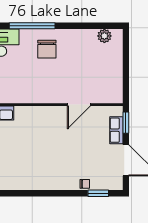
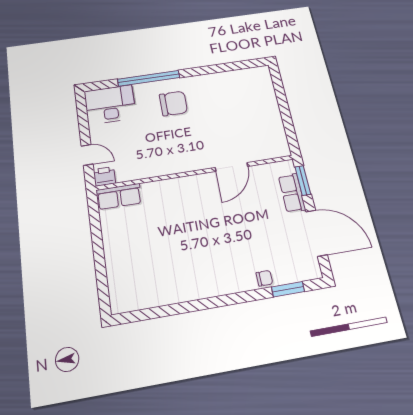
plant: (104, 36) -> (247, 76), removed
chair: (47, 49) -> (173, 103), turned -90

